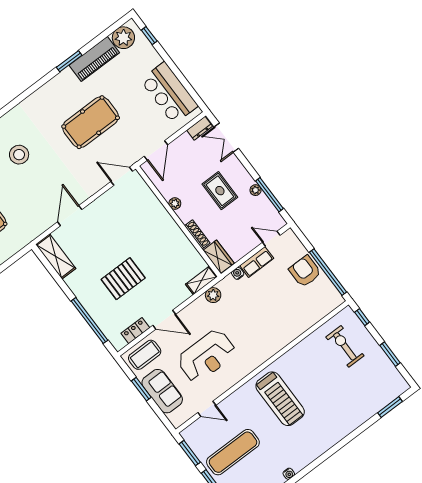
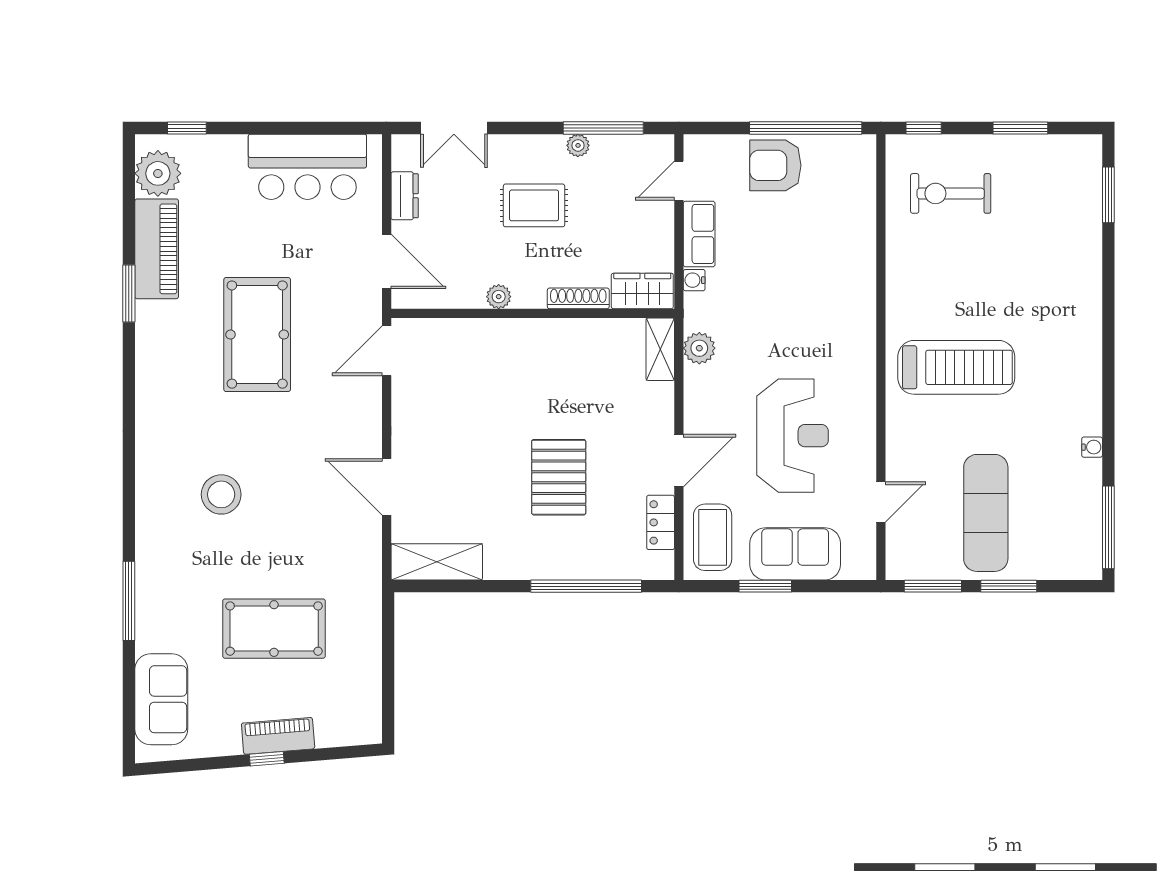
dresser: (200, 128) -> (405, 196), moved

